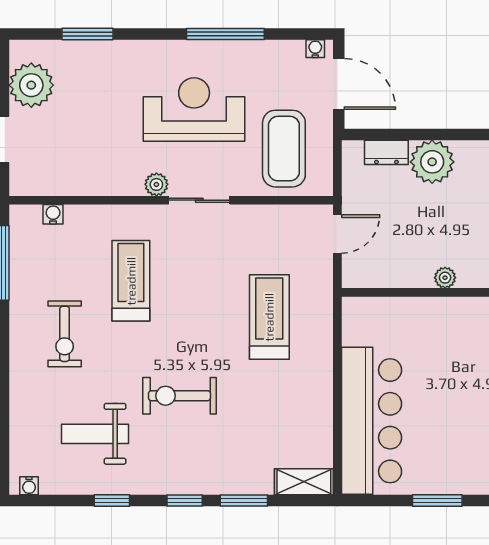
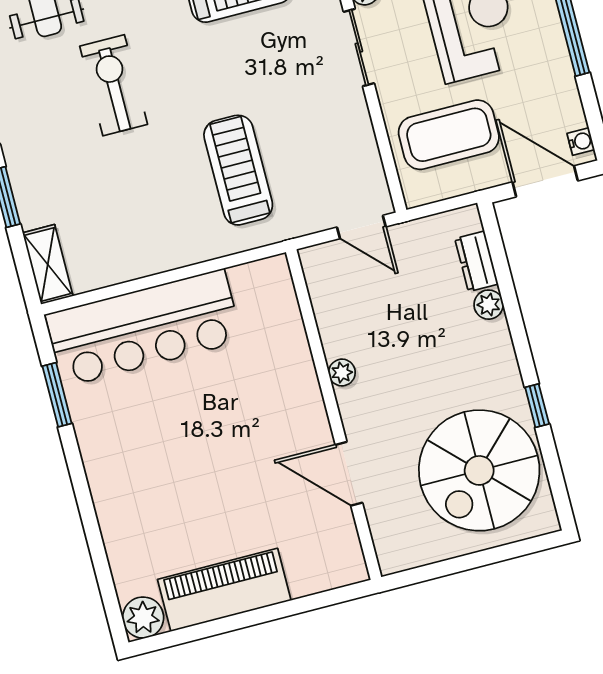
door: (339, 84) -> (545, 181), swing flipped
plant: (432, 162) -> (489, 305), width x0.53, depth x0.53
treadmill: (269, 317) -> (238, 170), turned -90
window: (437, 501) -> (57, 395), moved

